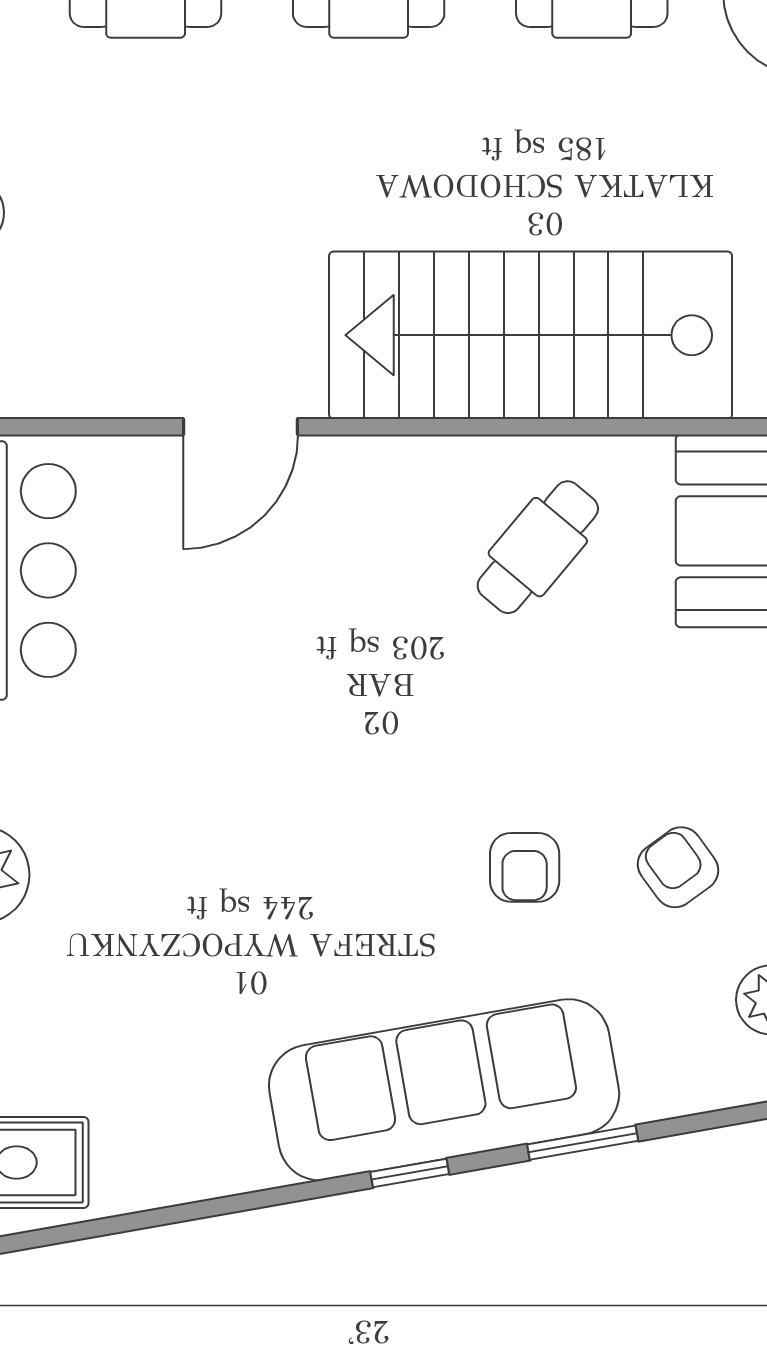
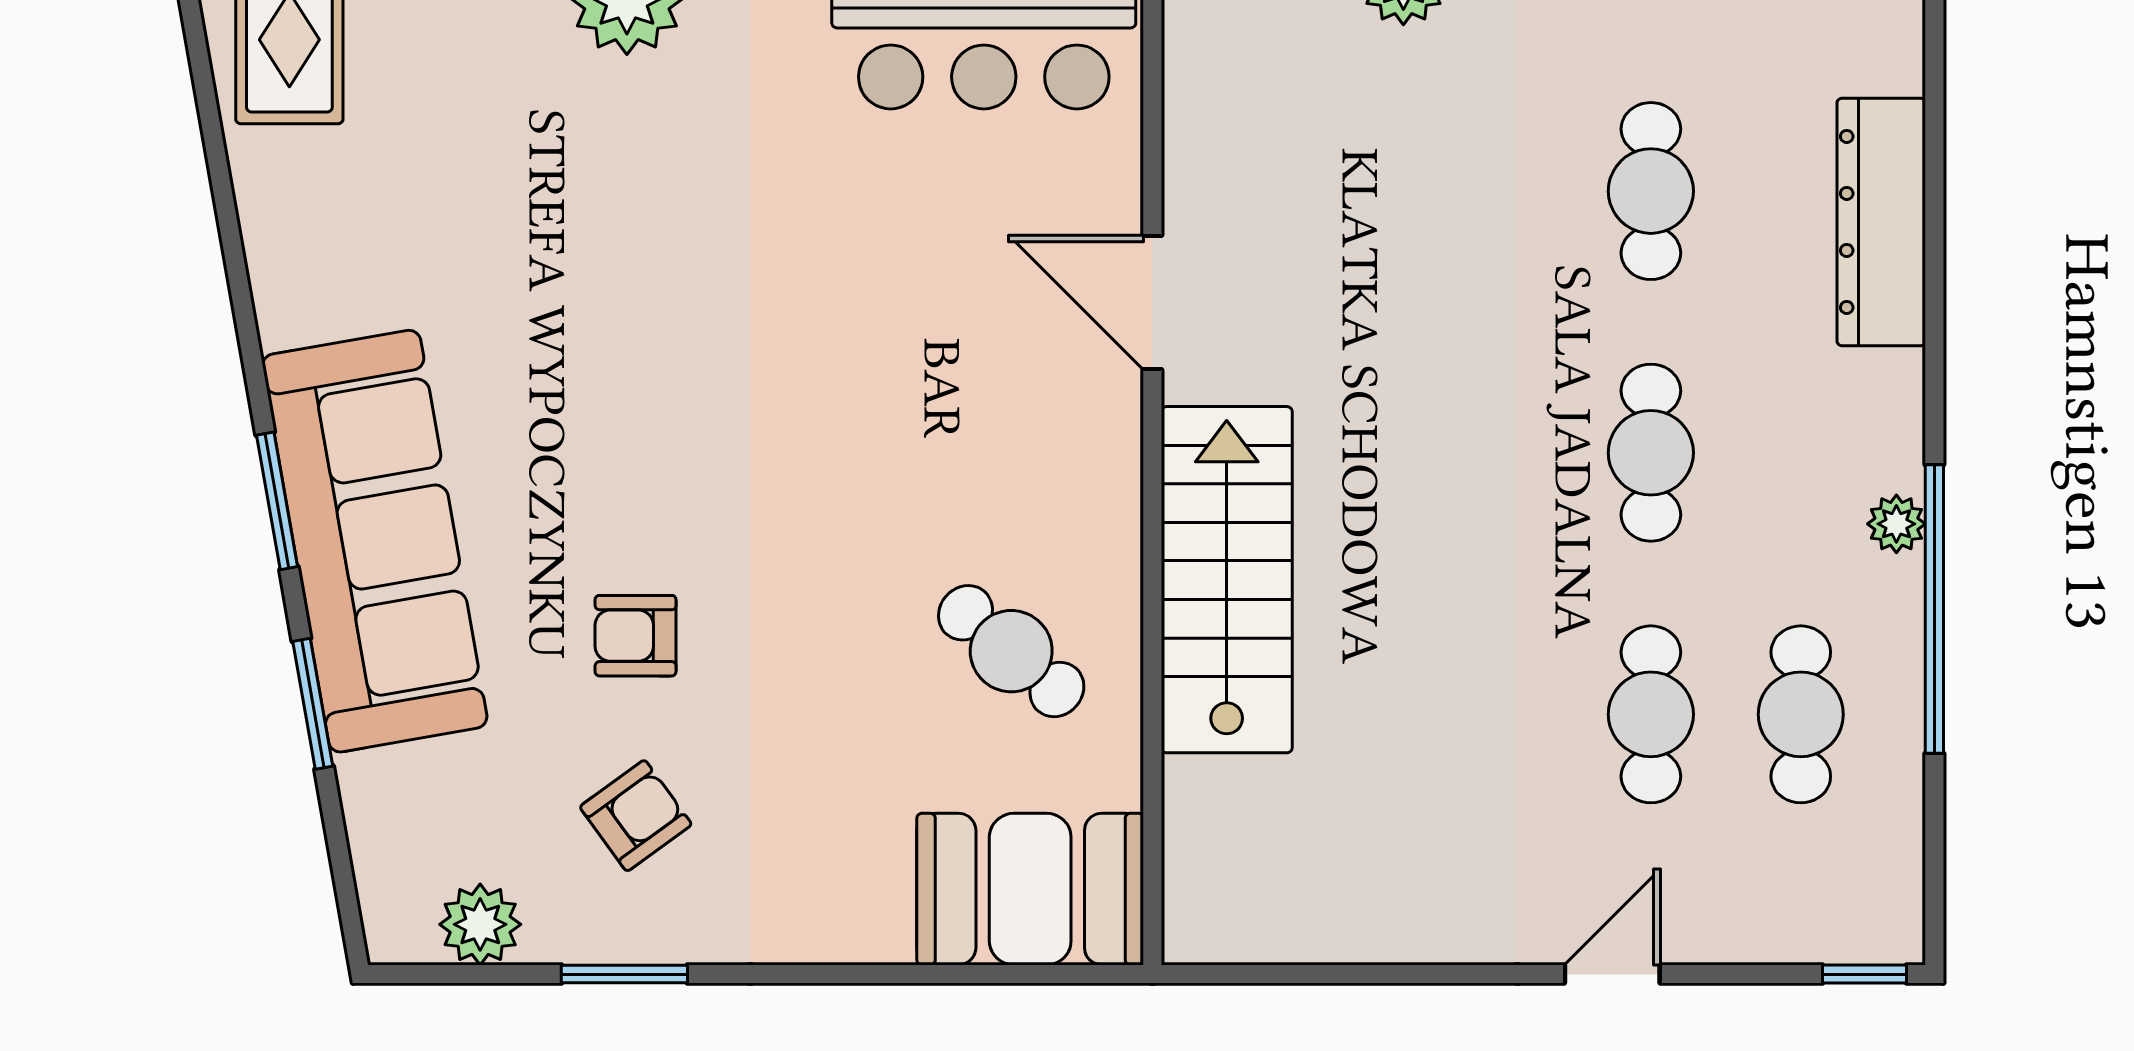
stairs: (531, 335) -> (1227, 580), width x0.73, depth x0.66
window: (410, 1173) -> (277, 501), width x1.50

